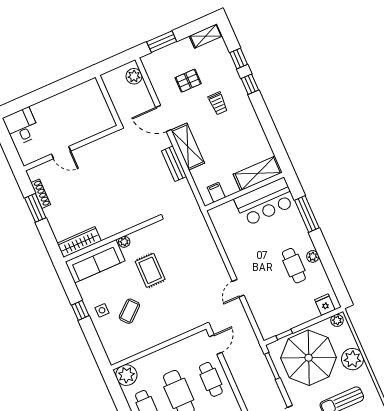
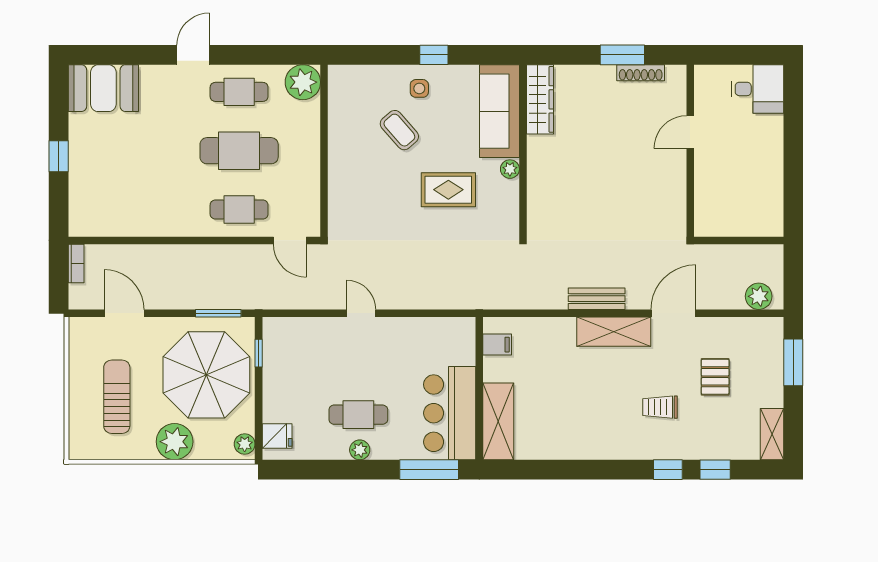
shelving: (258, 173) -> (498, 421), moved
filing cabinet: (216, 192) -> (497, 345), moved
wall: (244, 192) -> (479, 388), moved
bar counter: (265, 202) -> (450, 413), moved

